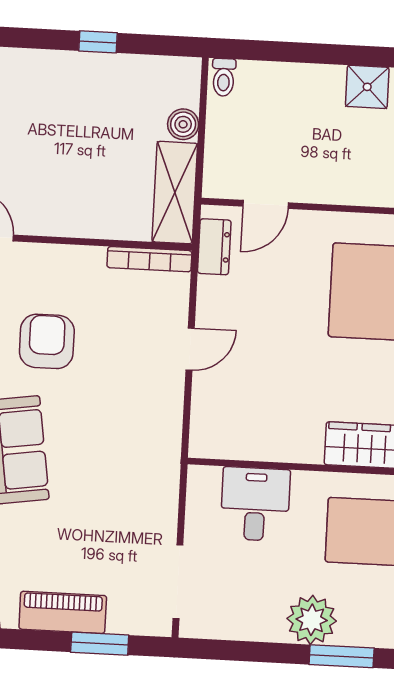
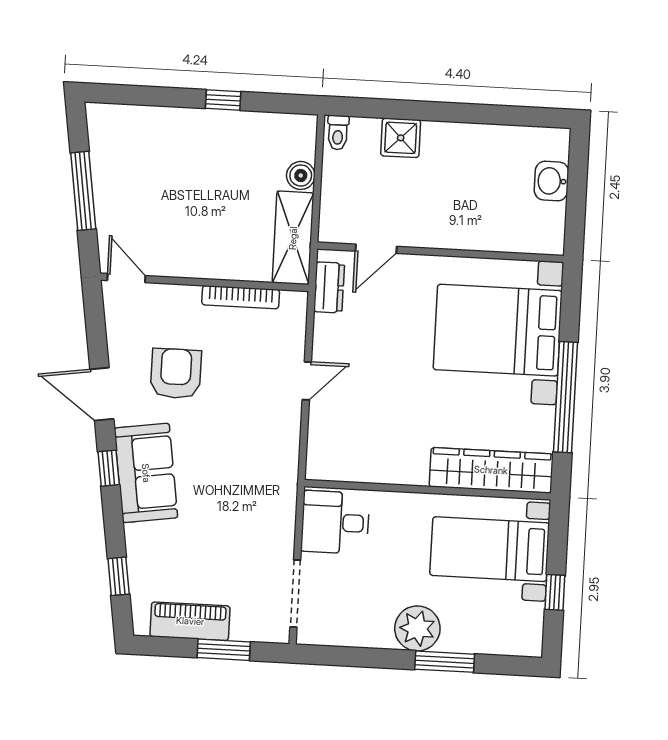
shower: (367, 87) -> (401, 138), moved
bookcase: (149, 259) -> (241, 297), moved
desk: (255, 504) -> (335, 522), moved, turned -90

